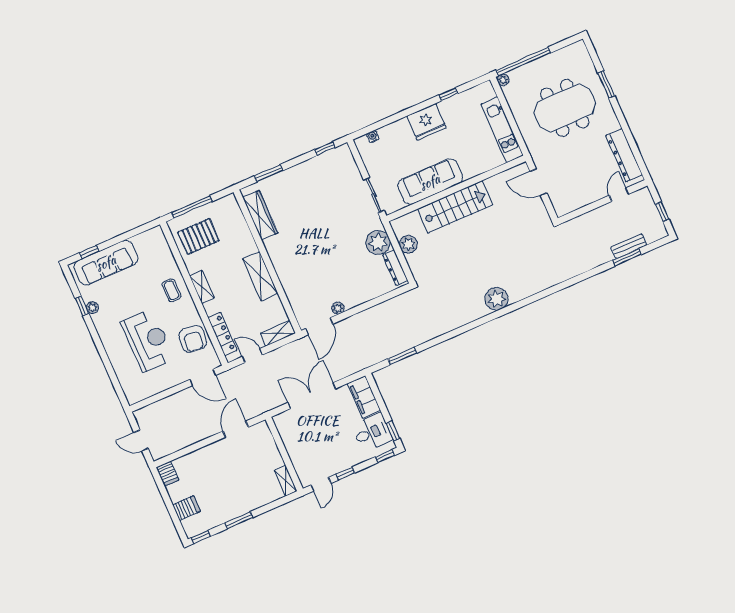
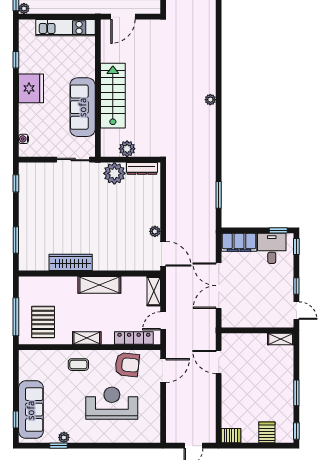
wardrobe: (260, 215) -> (71, 262), moved
plant: (496, 299) -> (210, 100), width x0.53, depth x0.53

